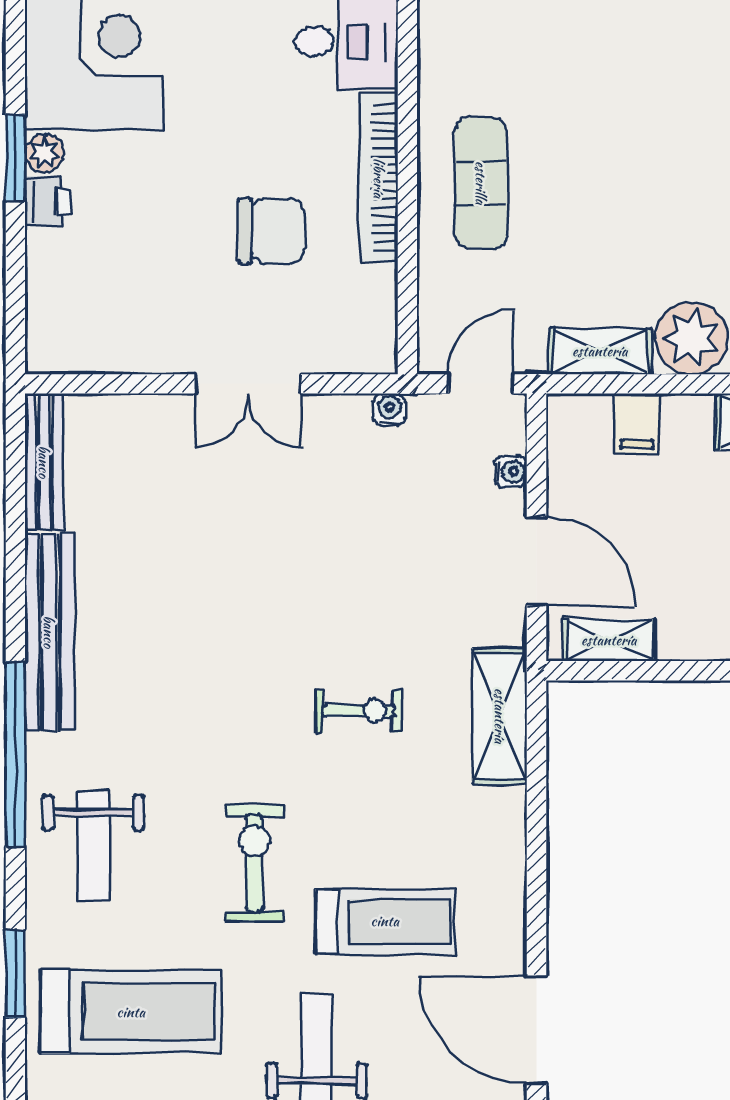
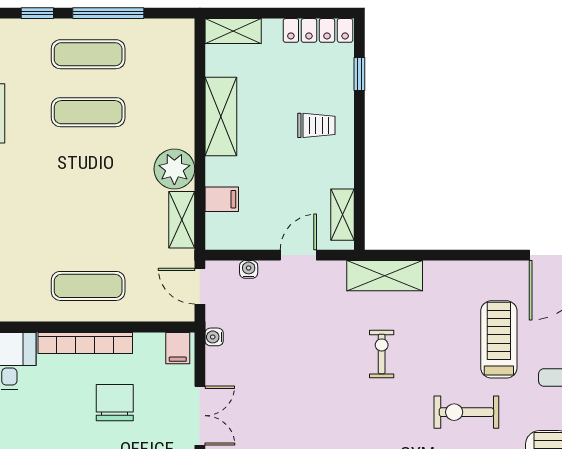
filing cabinet: (369, 344) -> (178, 348), added
door: (536, 561) -> (298, 255), width x0.73

